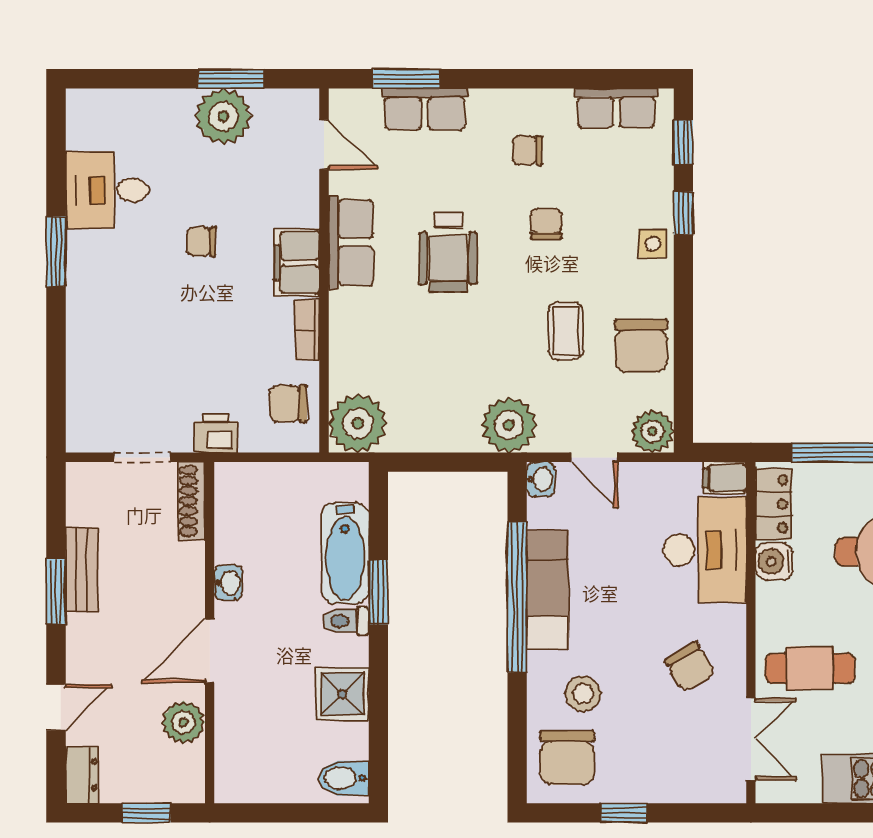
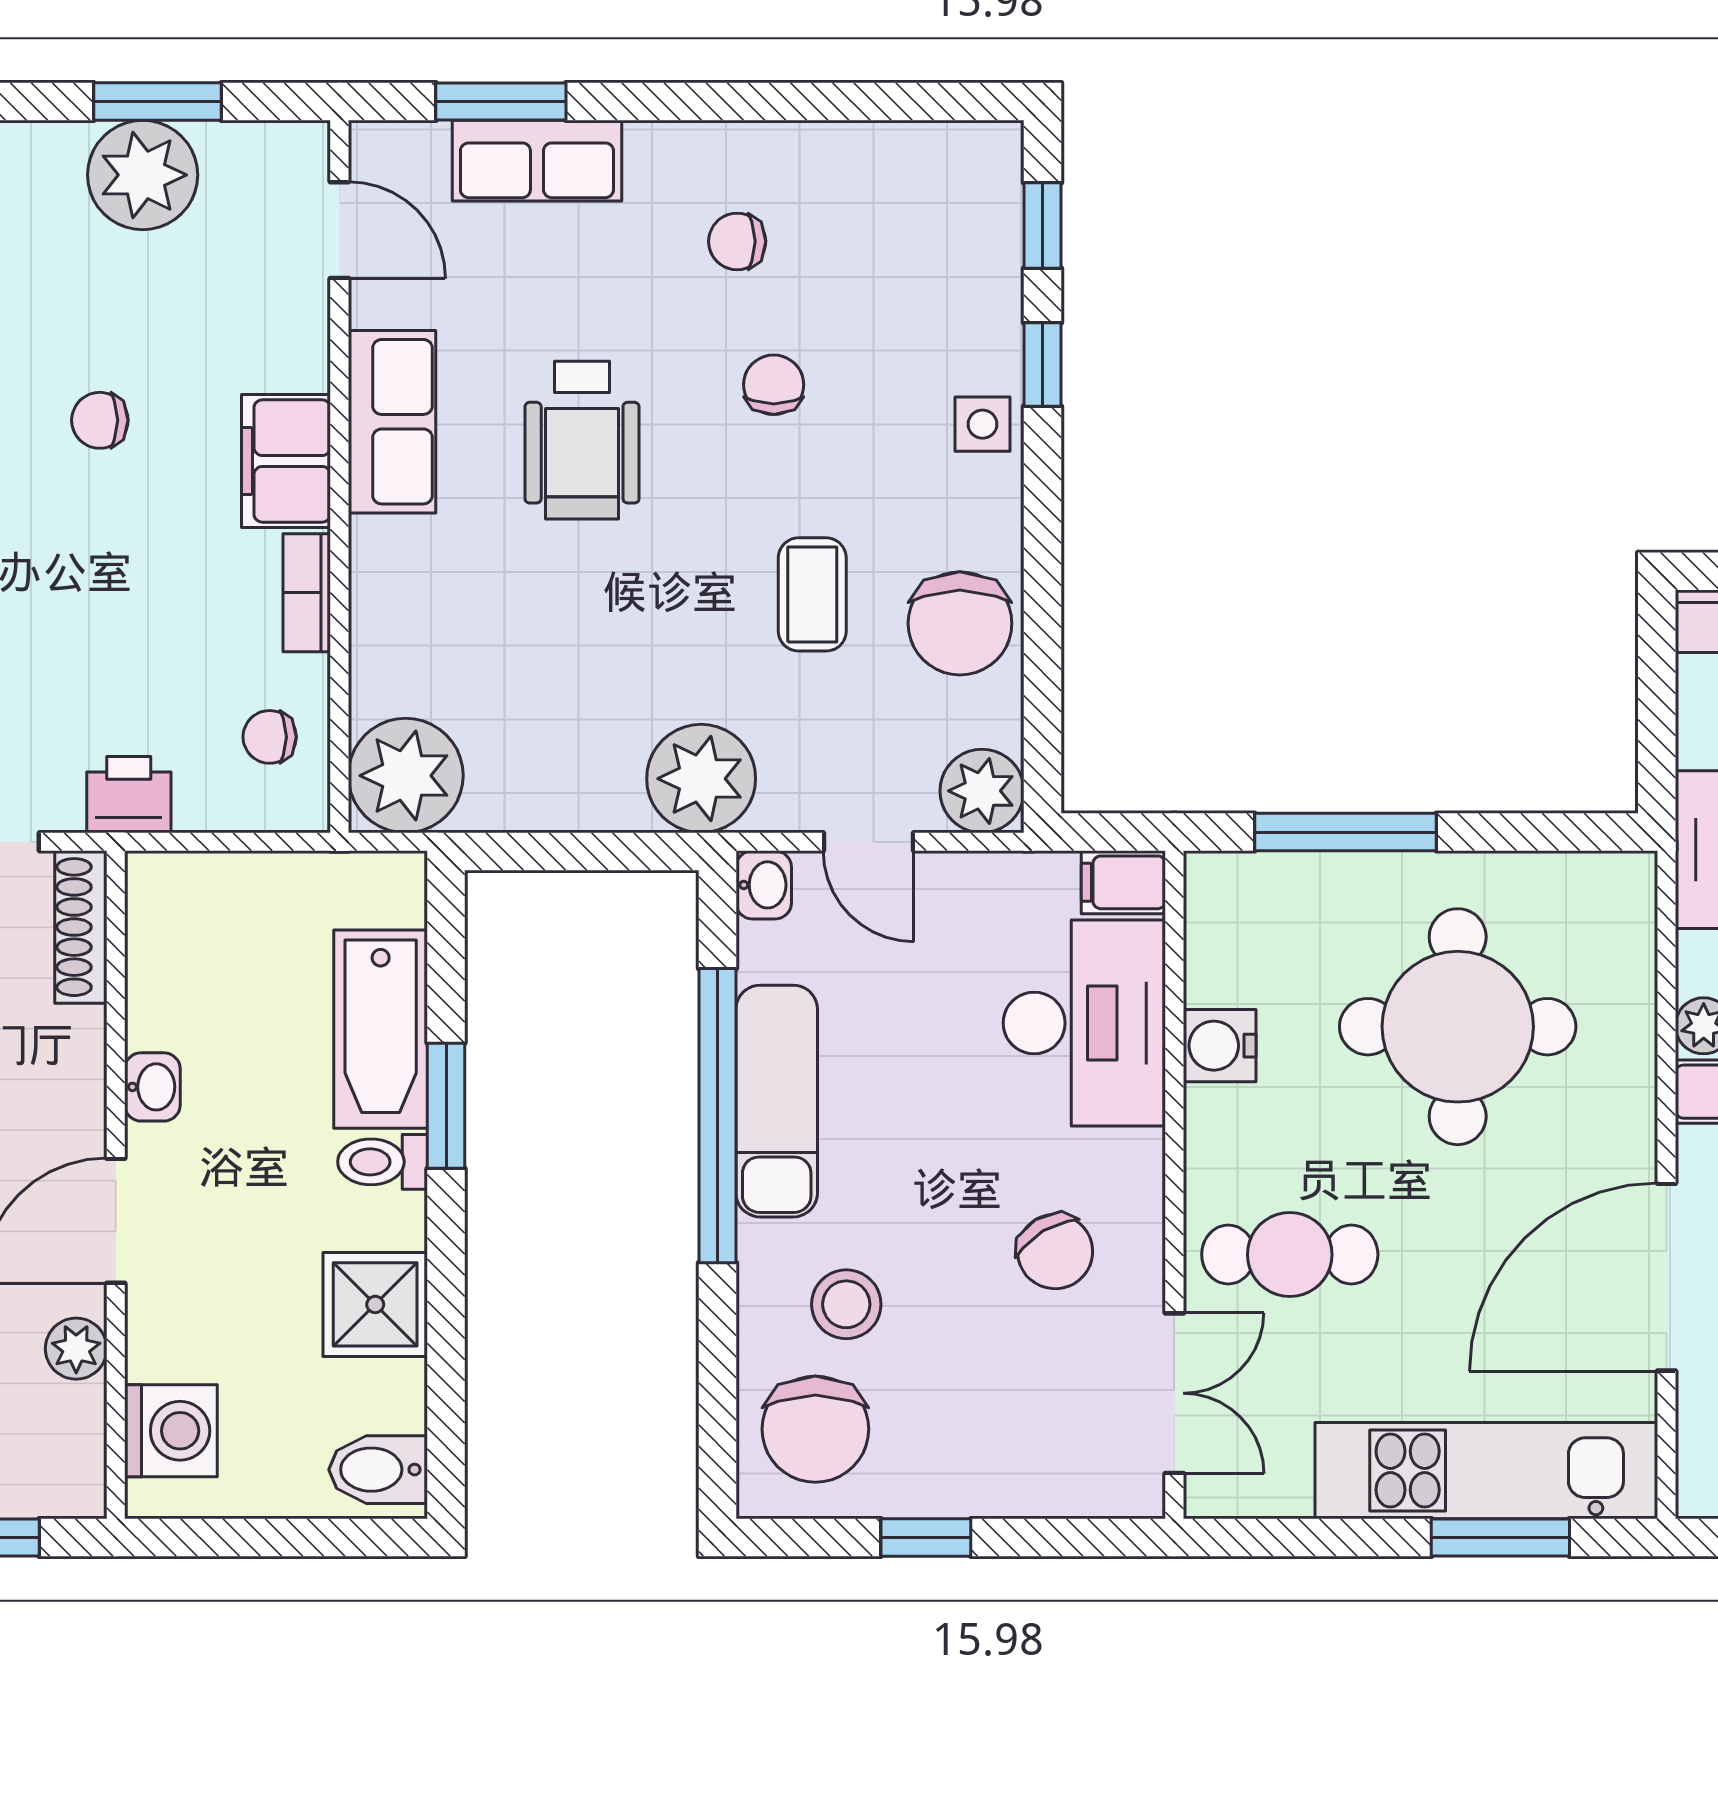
row of seats: (616, 108) -> (911, 159), removed
chair: (288, 404) -> (270, 737), width x0.73, depth x0.73
locker: (774, 504) -> (1219, 934), removed
plant: (183, 722) -> (76, 1349), width x0.73, depth x0.73
washing machine: (238, 758) -> (171, 1431), added

